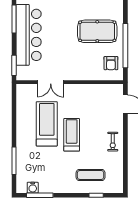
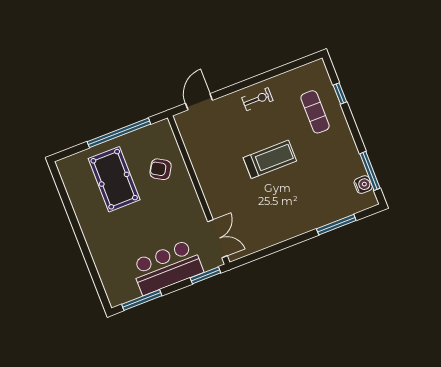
bar counter: (29, 35) -> (167, 267), width x0.73
armchair: (111, 63) -> (161, 169), moved, turned -149
double door: (51, 82) -> (218, 239), moved
treadmill: (47, 124) -> (268, 199), removed
treadmill: (72, 135) -> (270, 159), turned 180

